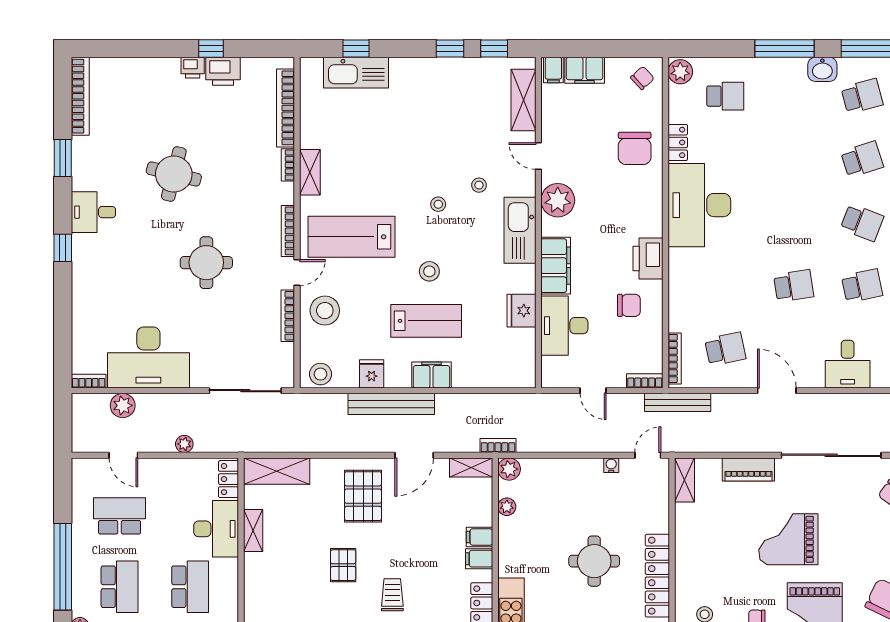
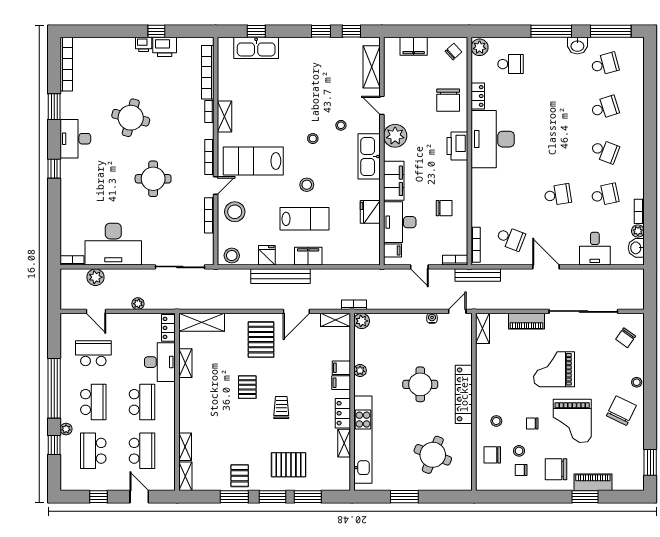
filing cabinet: (553, 70) -> (392, 251), moved, turned -90
desk: (93, 212) -> (75, 139), width x1.37
printer: (648, 258) -> (457, 146), moved
school desk: (725, 349) -> (511, 238), turned 33
plant: (507, 507) -> (360, 371), moved

